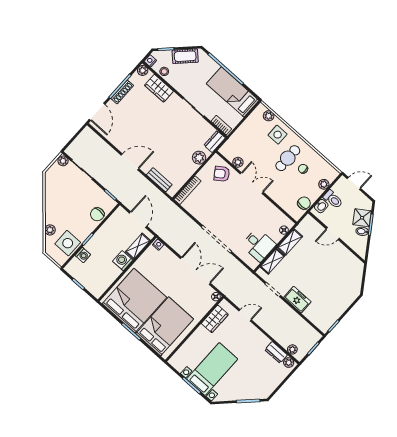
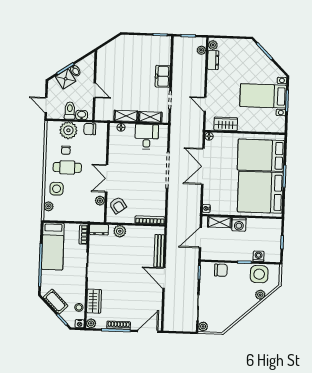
bench: (159, 180) -> (159, 251), width x1.36
plant: (324, 184) -> (68, 130), width x1.88, depth x1.88

